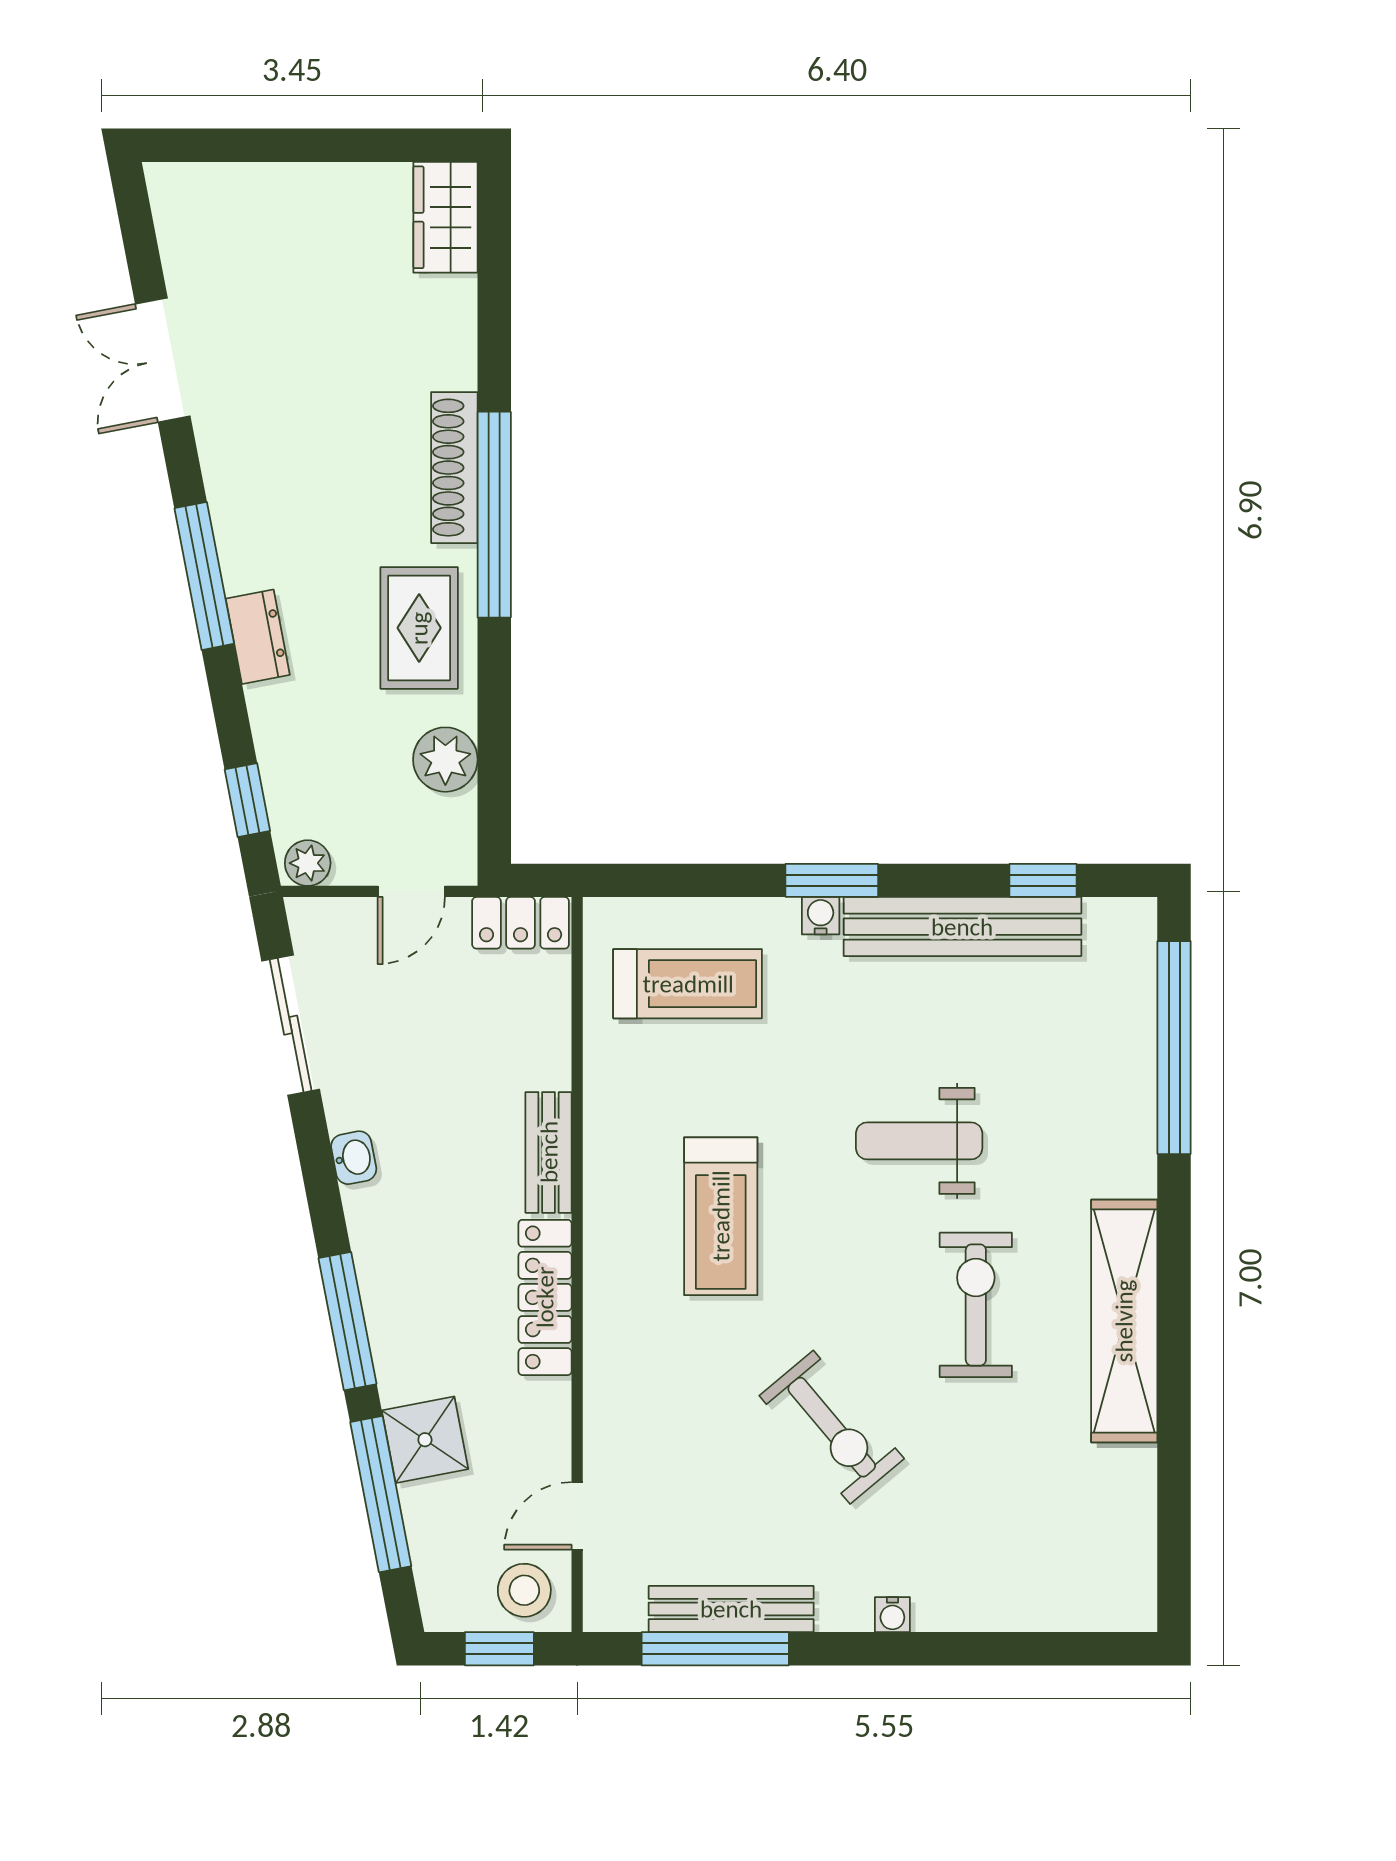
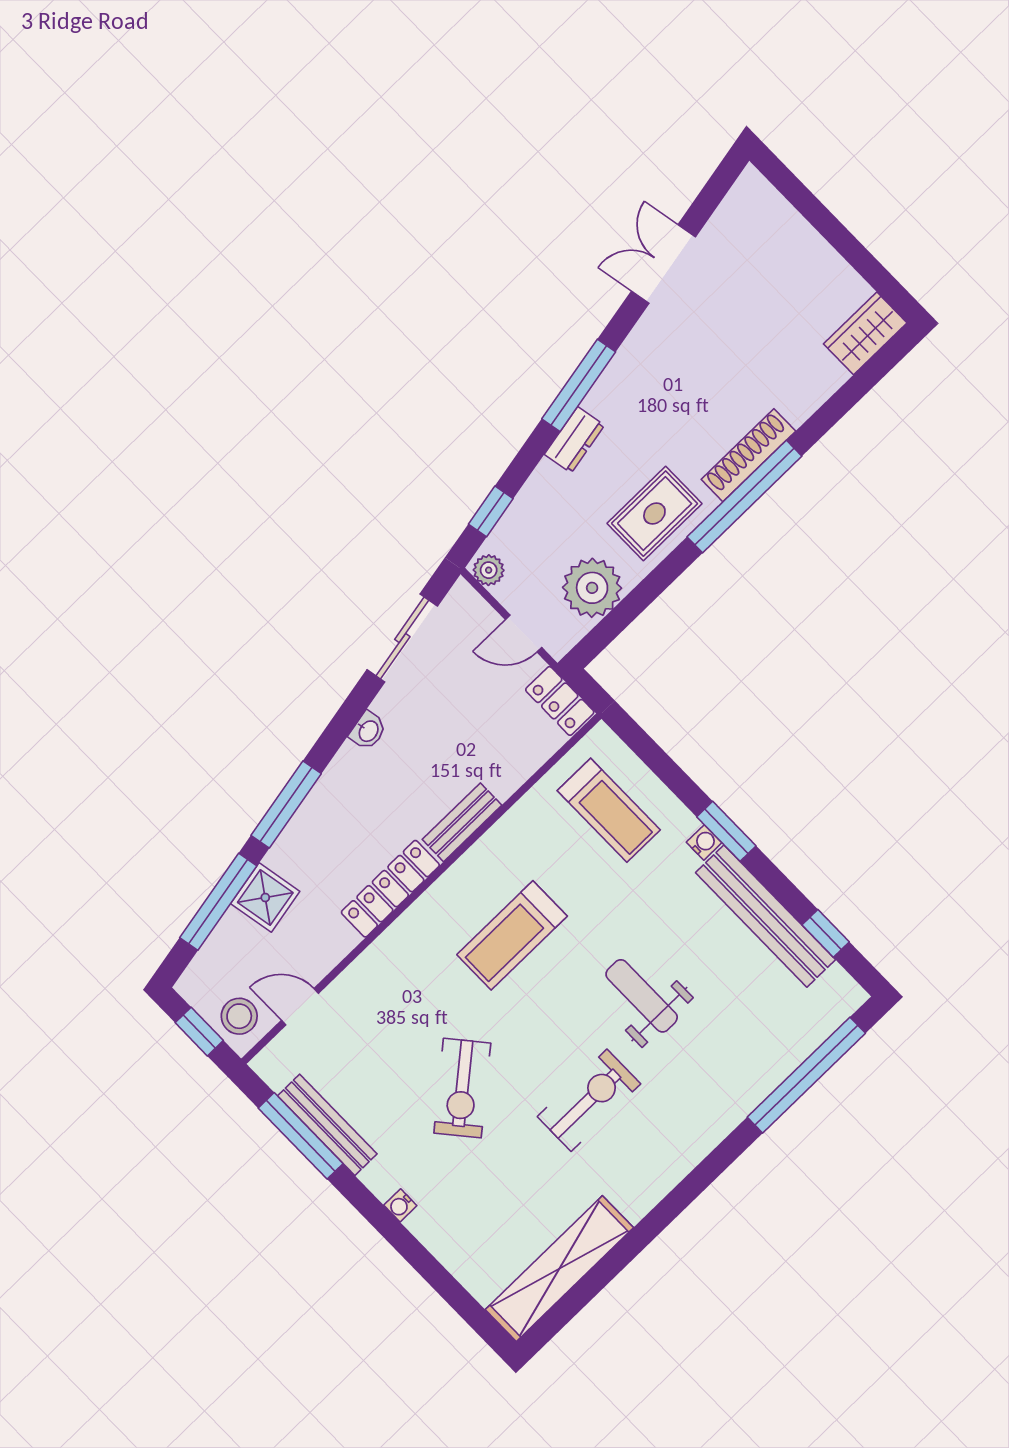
plant: (445, 760) -> (592, 588), width x1.36, depth x1.36
shelving: (1124, 1321) -> (559, 1269), moved

